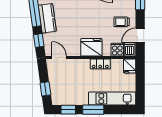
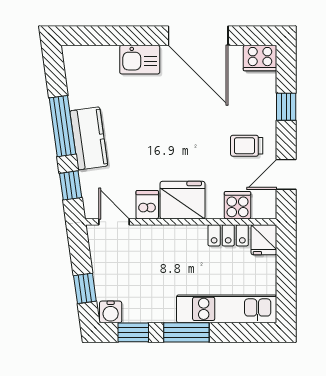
dishwasher: (130, 49) -> (147, 205), moved
locker: (100, 64) -> (228, 235), moved
water cooler: (58, 100) -> (111, 312), added

